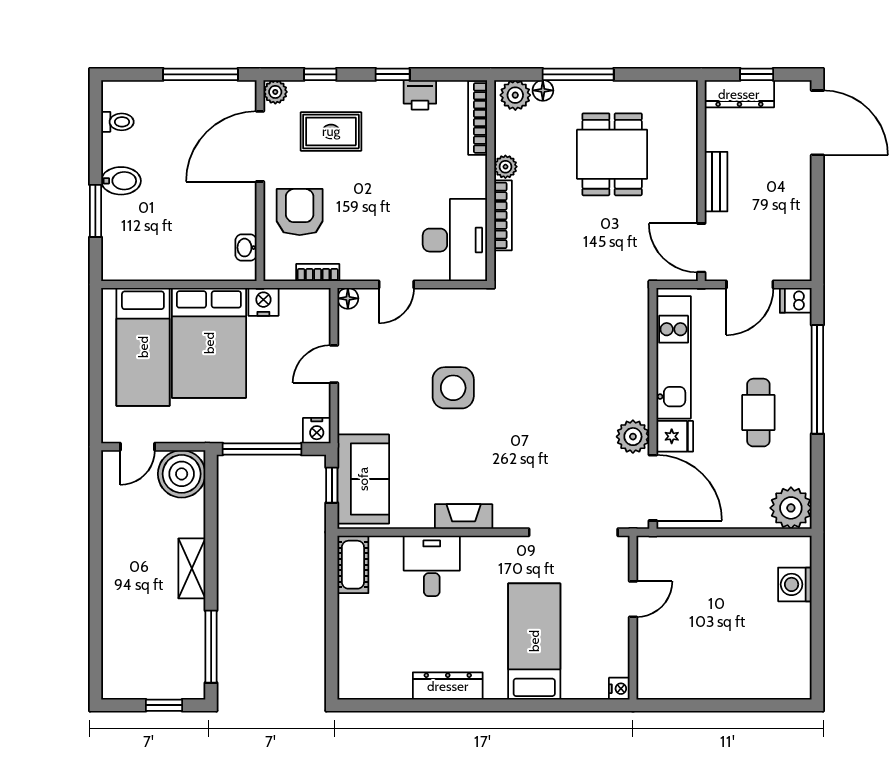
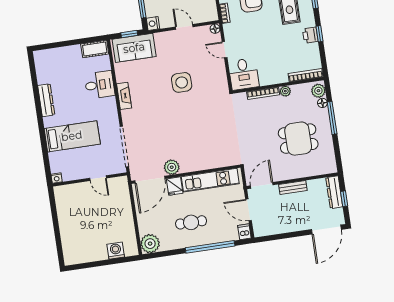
printer: (420, 95) -> (310, 35), moved
desk: (455, 240) -> (244, 74), width x0.73

